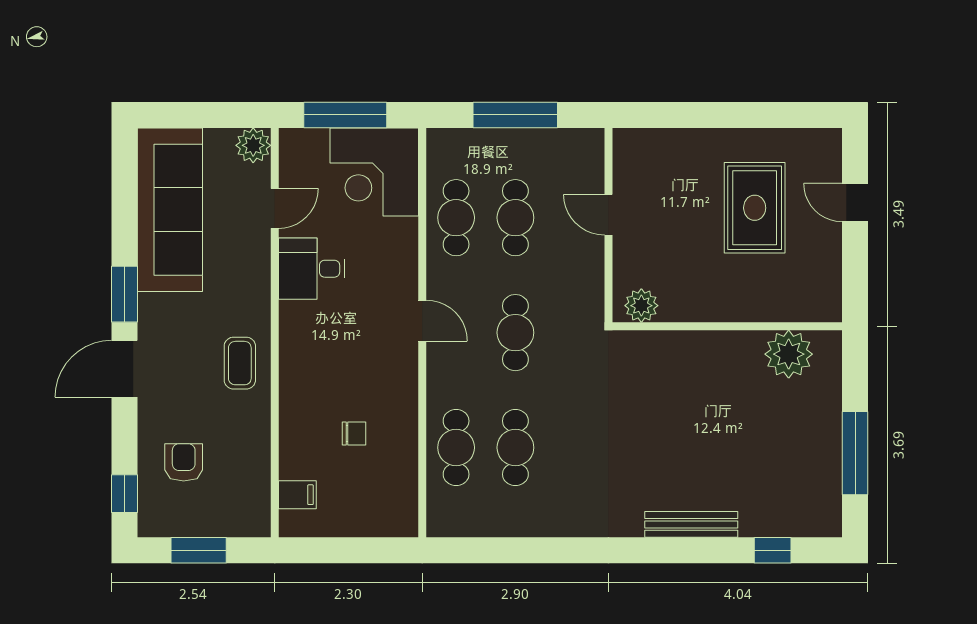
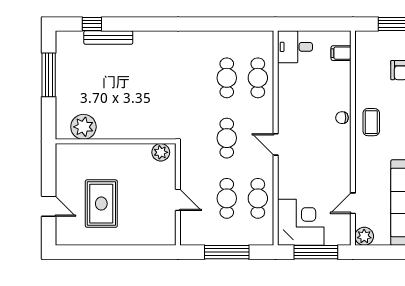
desk: (312, 269) -> (295, 47), moved, turned 180
chair: (354, 433) -> (342, 118), moved
bench: (691, 524) -> (108, 38), moved

